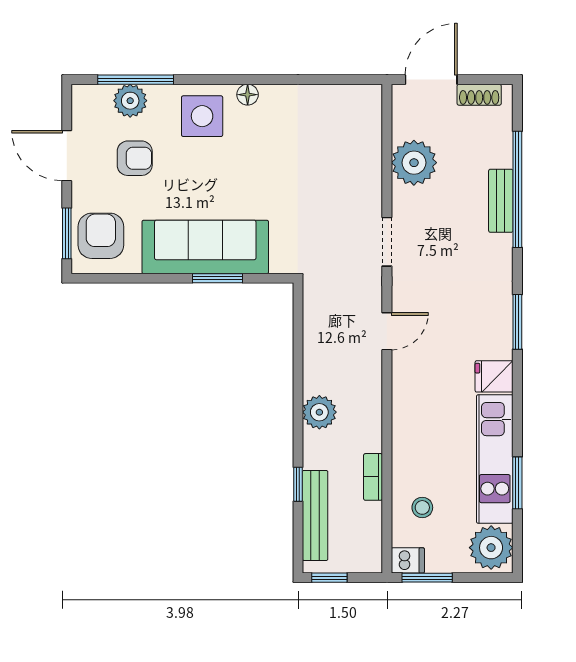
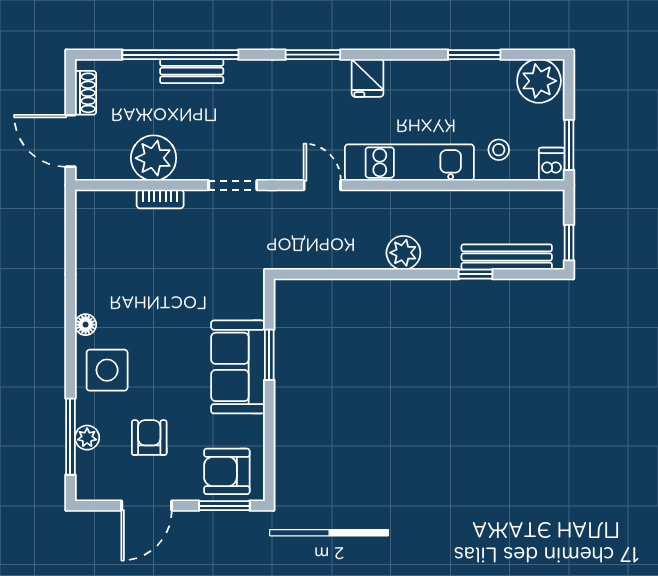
plant: (130, 101) -> (87, 438), width x0.73, depth x0.73
sofa: (205, 247) -> (238, 367), width x0.73
kitchen unit: (495, 459) -> (409, 163), moved, turned 180
bookcase: (373, 477) -> (160, 199), moved

